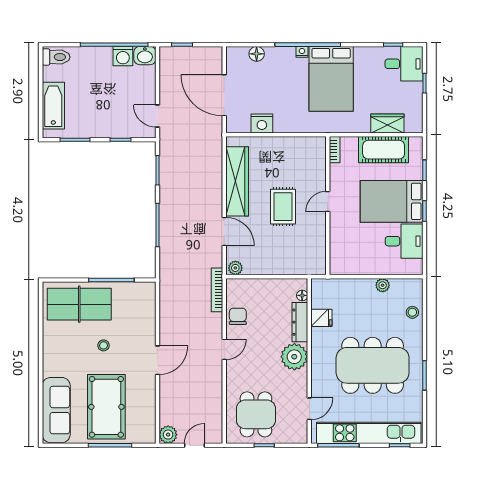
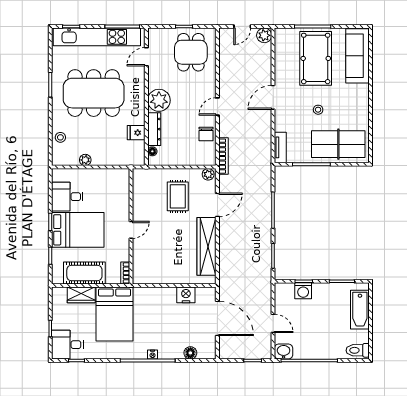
washing machine: (123, 56) -> (303, 291), moved, turned 180
bed: (331, 79) -> (114, 314), moved, turned 180
door: (157, 116) -> (273, 323), moved
rug: (283, 207) -> (178, 196), moved
door: (224, 231) -> (217, 205), swing flipped
tv unit: (149, 300) -> (280, 147), added

